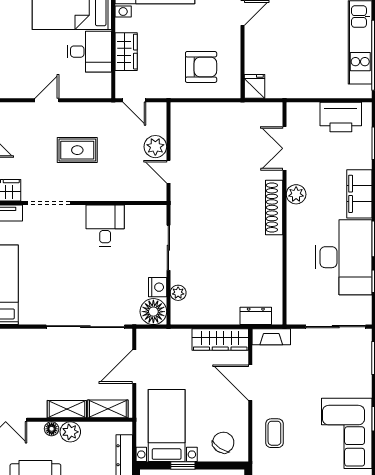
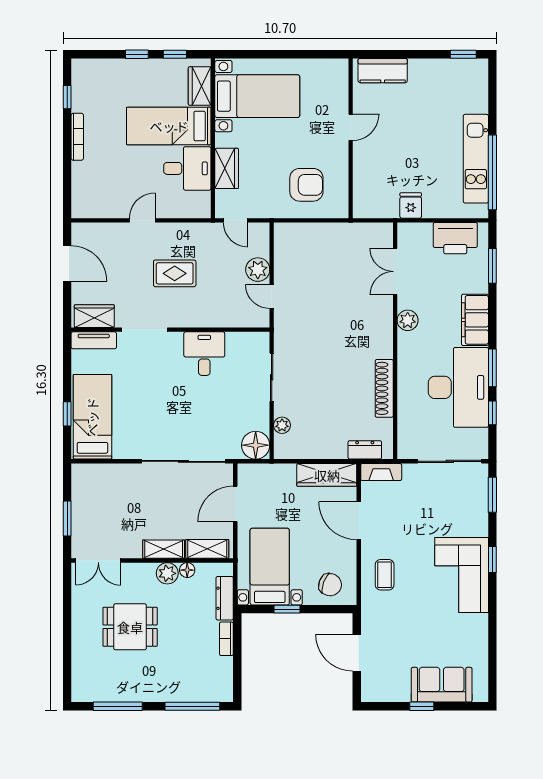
fridge: (255, 86) -> (411, 205), moved
shoe rack: (274, 207) -> (384, 388), moved
nightstand: (158, 287) -> (260, 419), removed
floor lamp: (52, 429) -> (187, 570), moved
chair: (223, 443) -> (330, 585), turned 77

